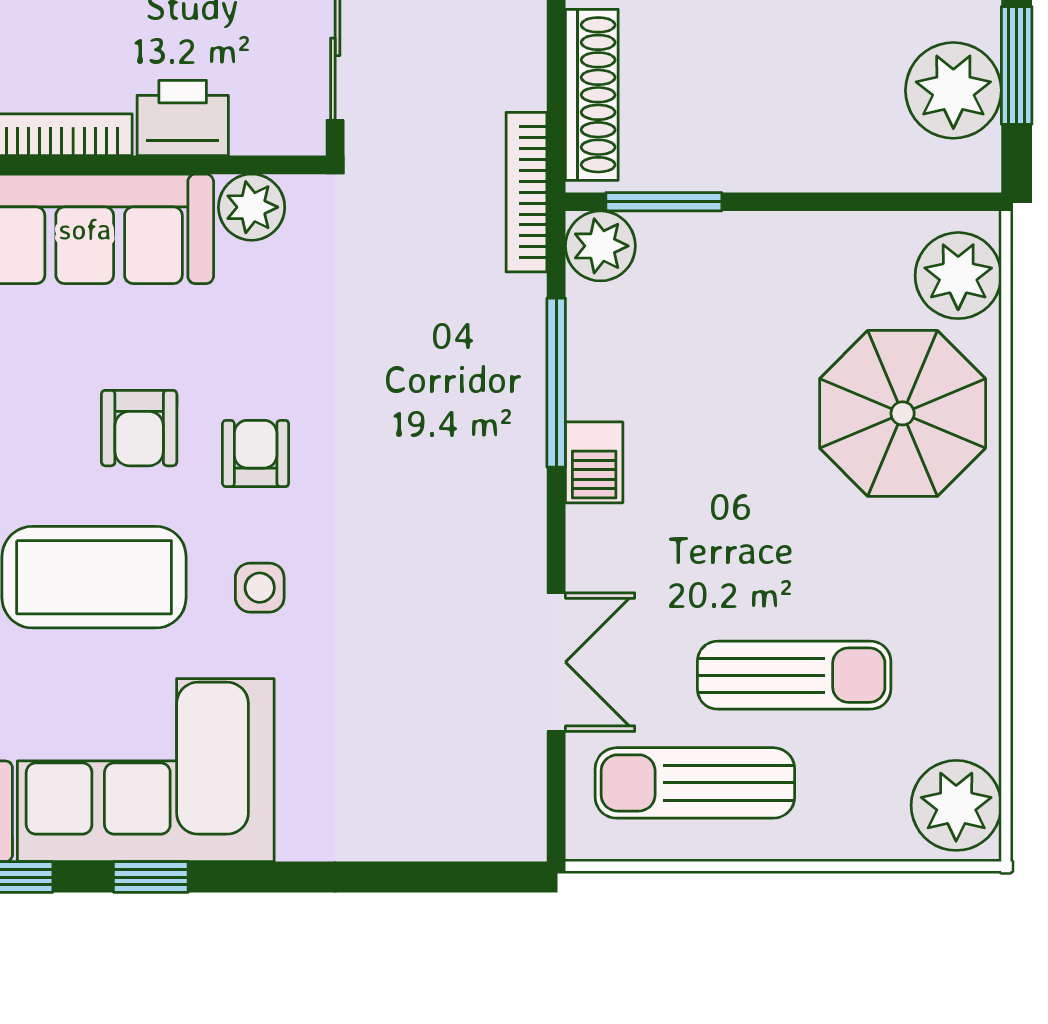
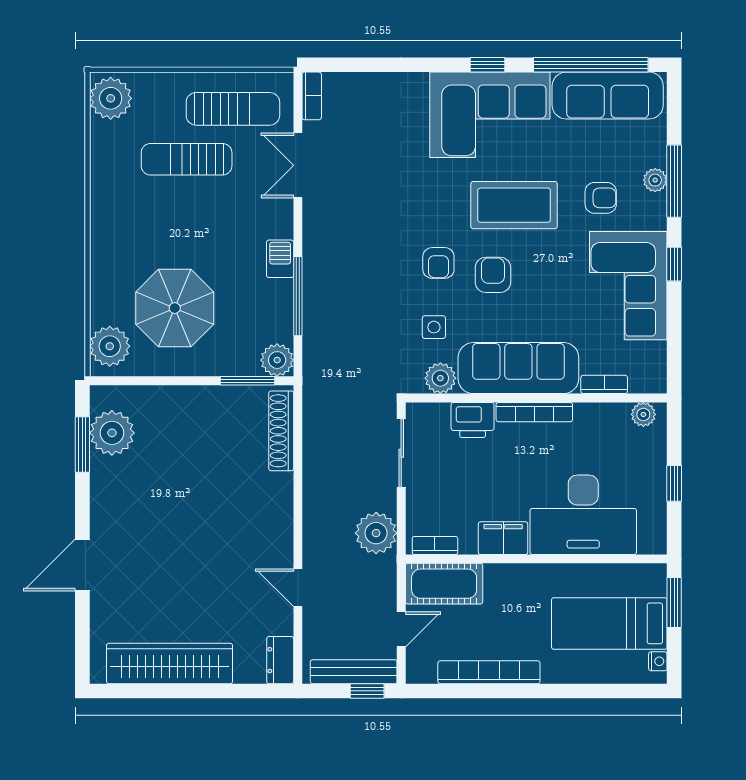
bookcase: (527, 192) -> (312, 96), moved, width x0.64
parasol: (903, 413) -> (175, 308), moved
side table: (260, 588) -> (434, 327), moved

